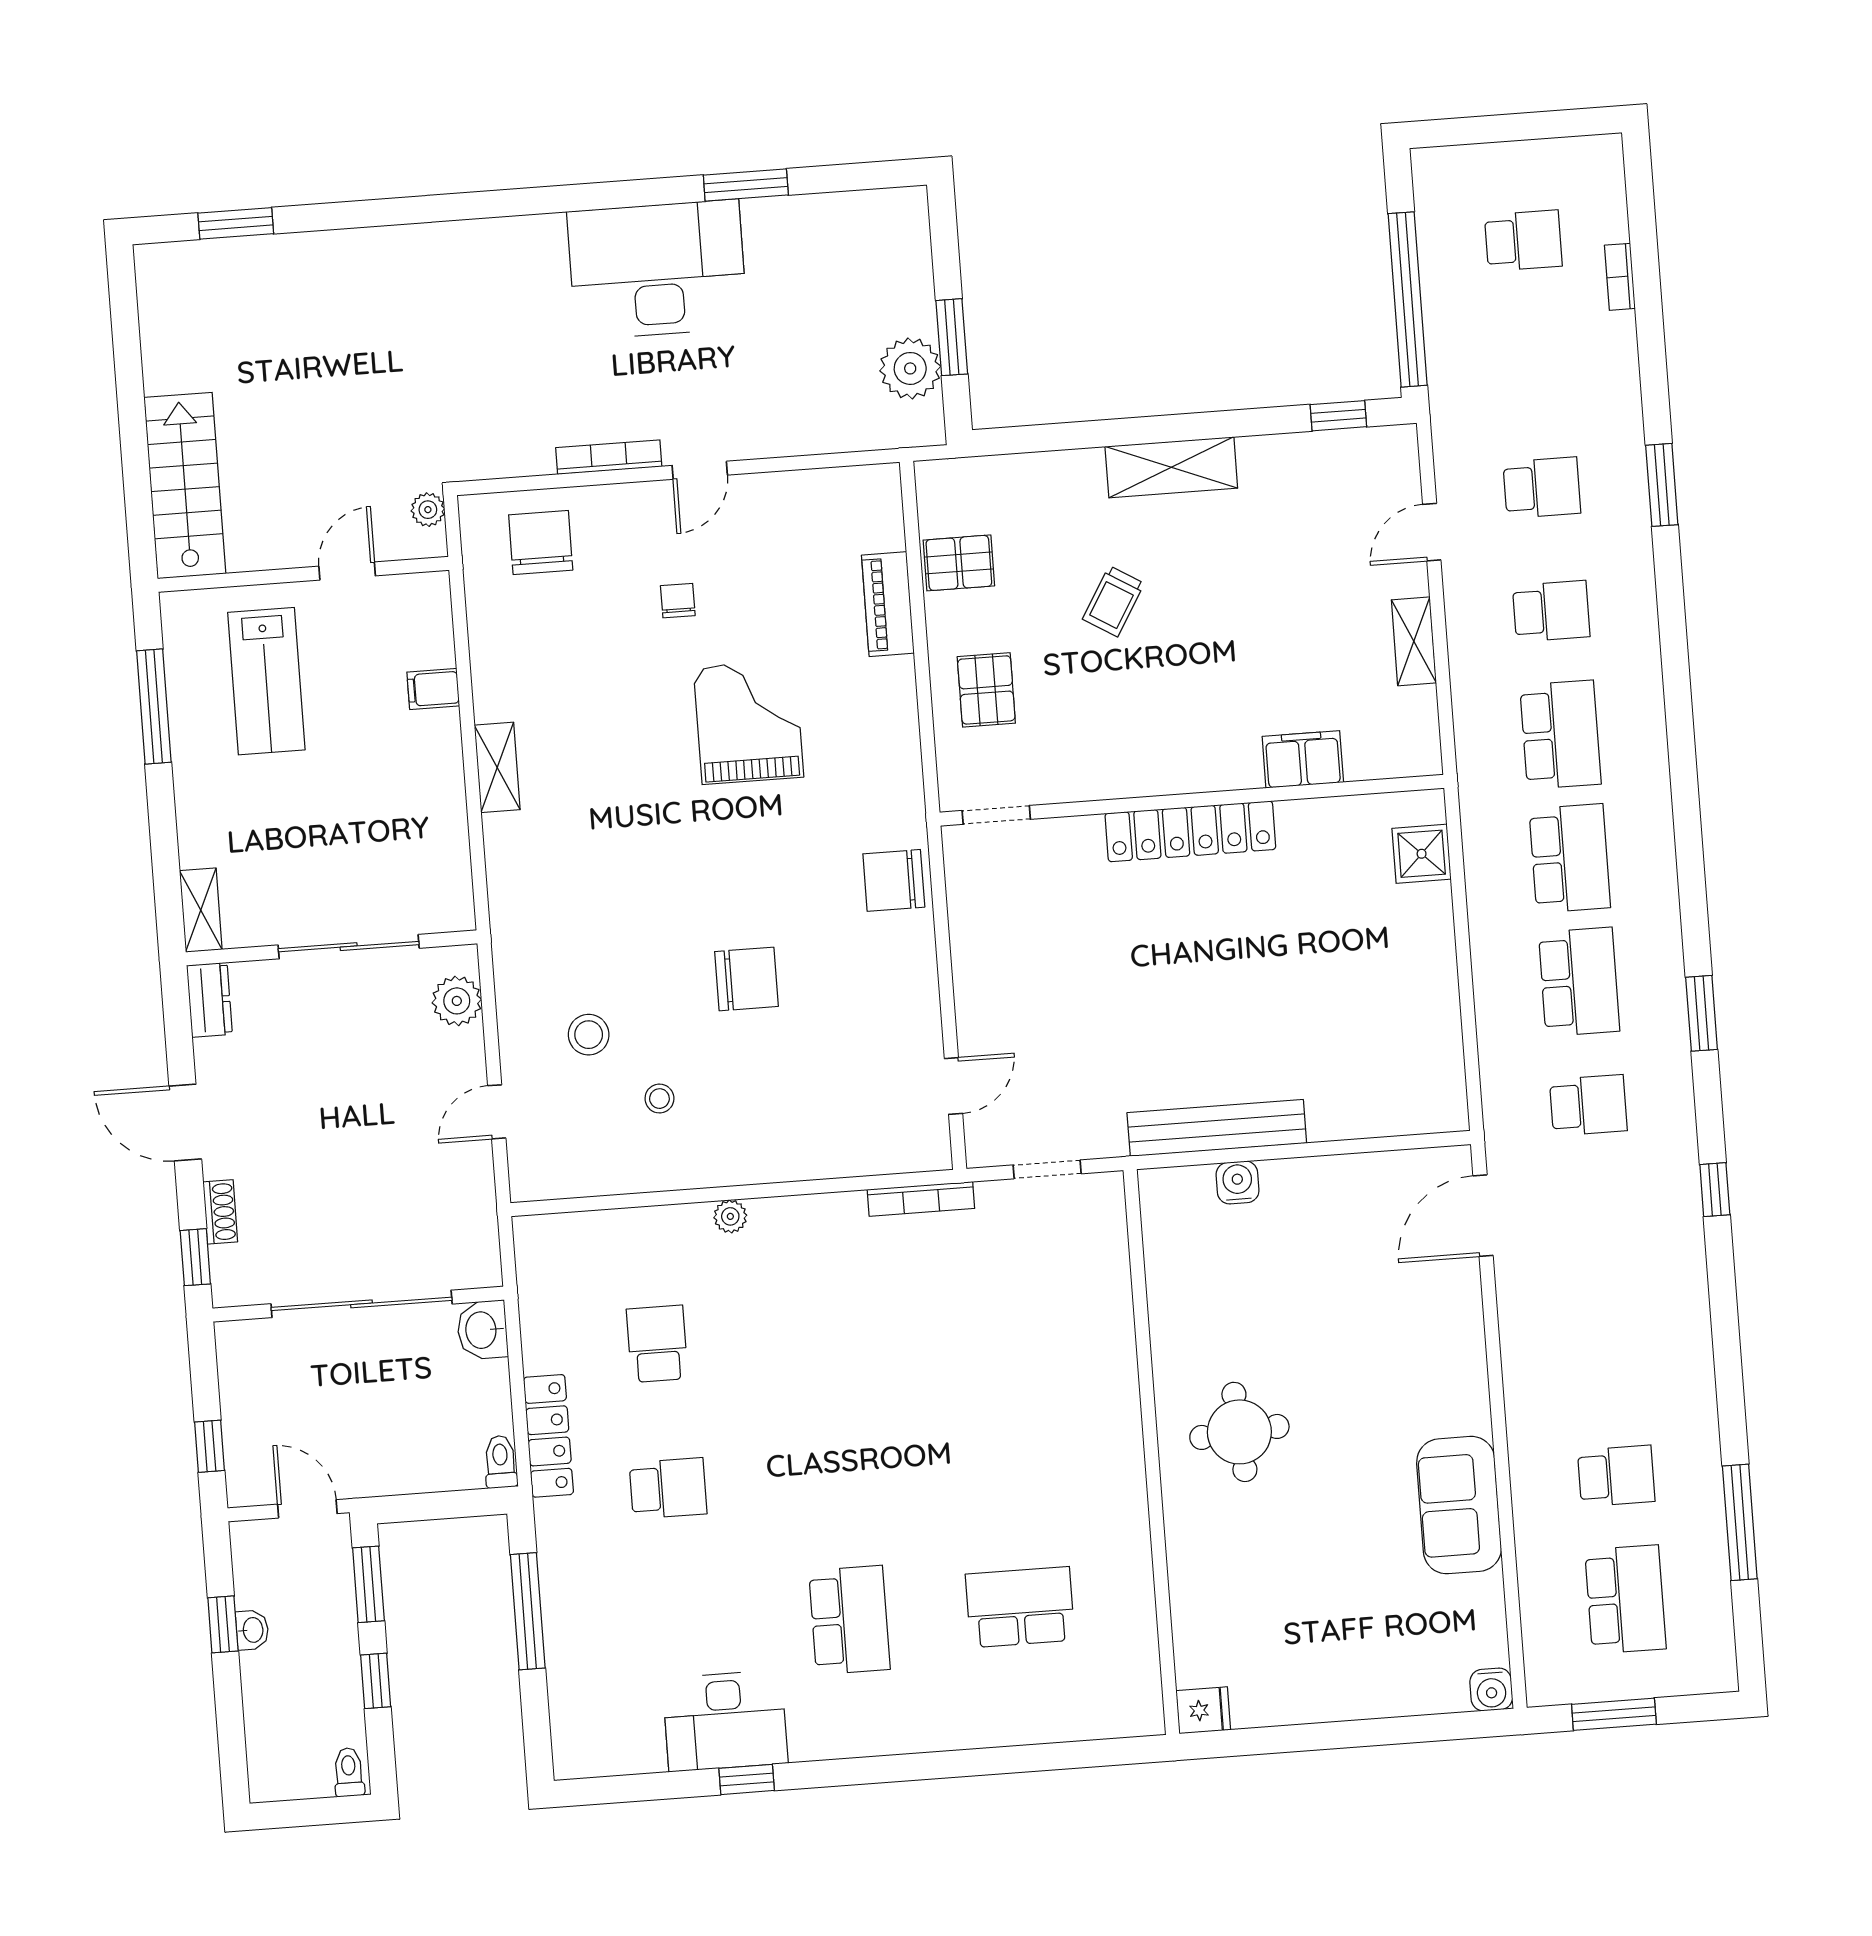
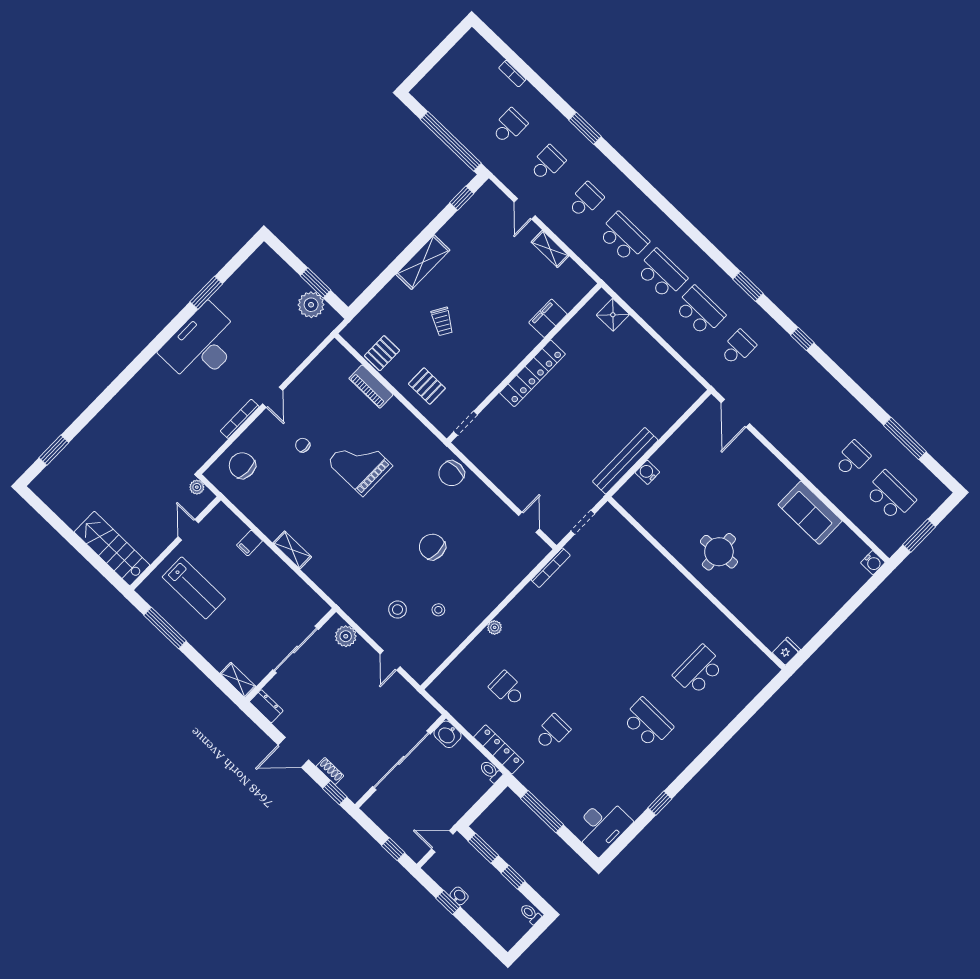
school desk: (1523, 241) -> (509, 126), moved
chair: (746, 979) -> (432, 547), turned -90
desk: (725, 1721) -> (602, 826), moved

